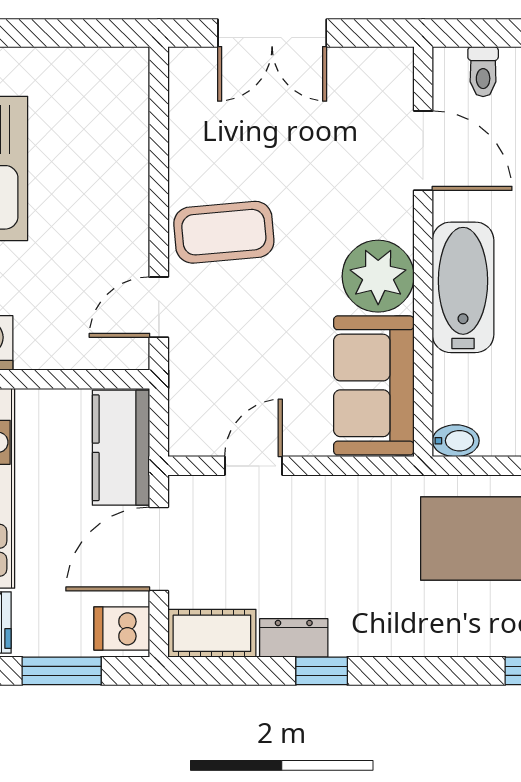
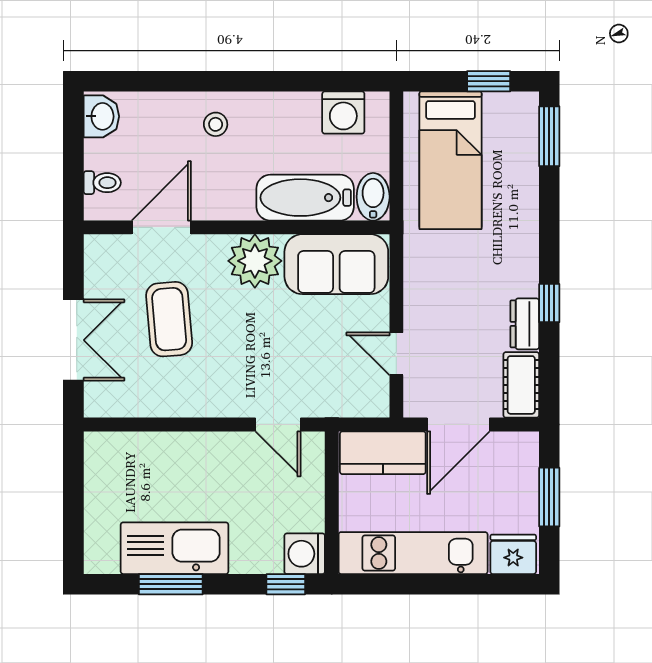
coffee table: (224, 232) -> (169, 319), moved
bathtub: (463, 287) -> (305, 198), moved
bidet: (456, 441) -> (373, 197), width x1.38, depth x1.36
door: (159, 549) -> (458, 424), hinge flipped
dishwasher: (122, 628) -> (518, 452), removed

